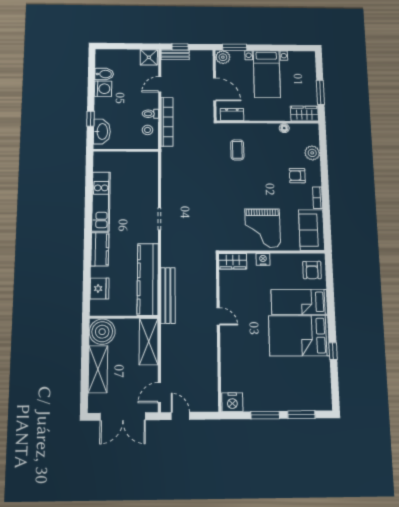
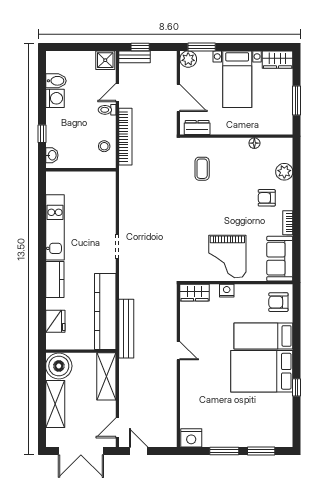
toilet: (150, 114) -> (107, 110), moved
wardrobe: (304, 114) -> (278, 60), moved, turned 180
washbasin: (102, 131) -> (52, 155), width x0.52, depth x0.69
armchair: (312, 270) -> (278, 302), turned 90

